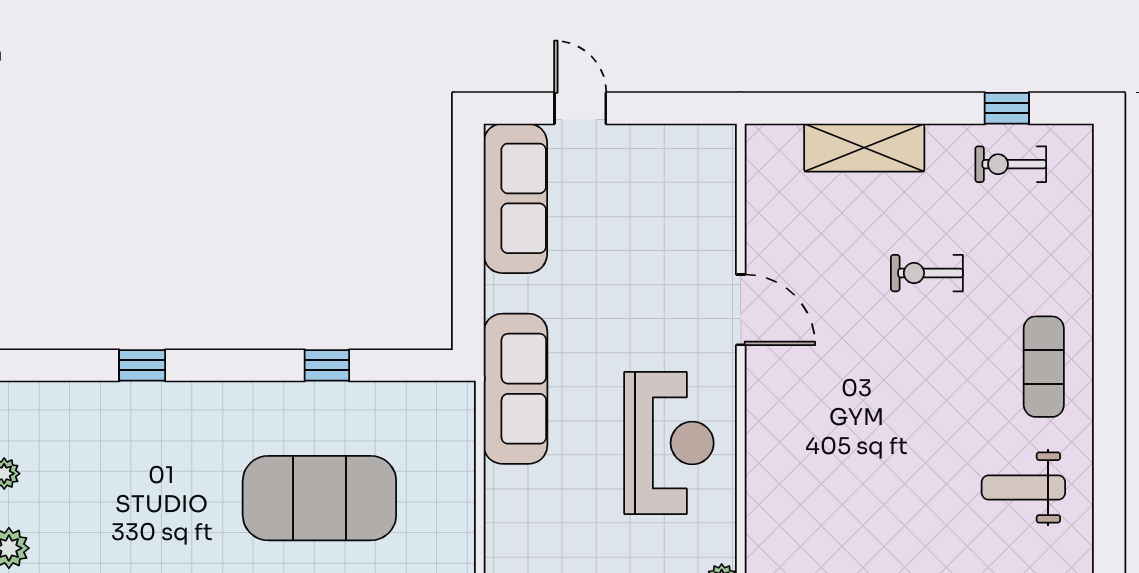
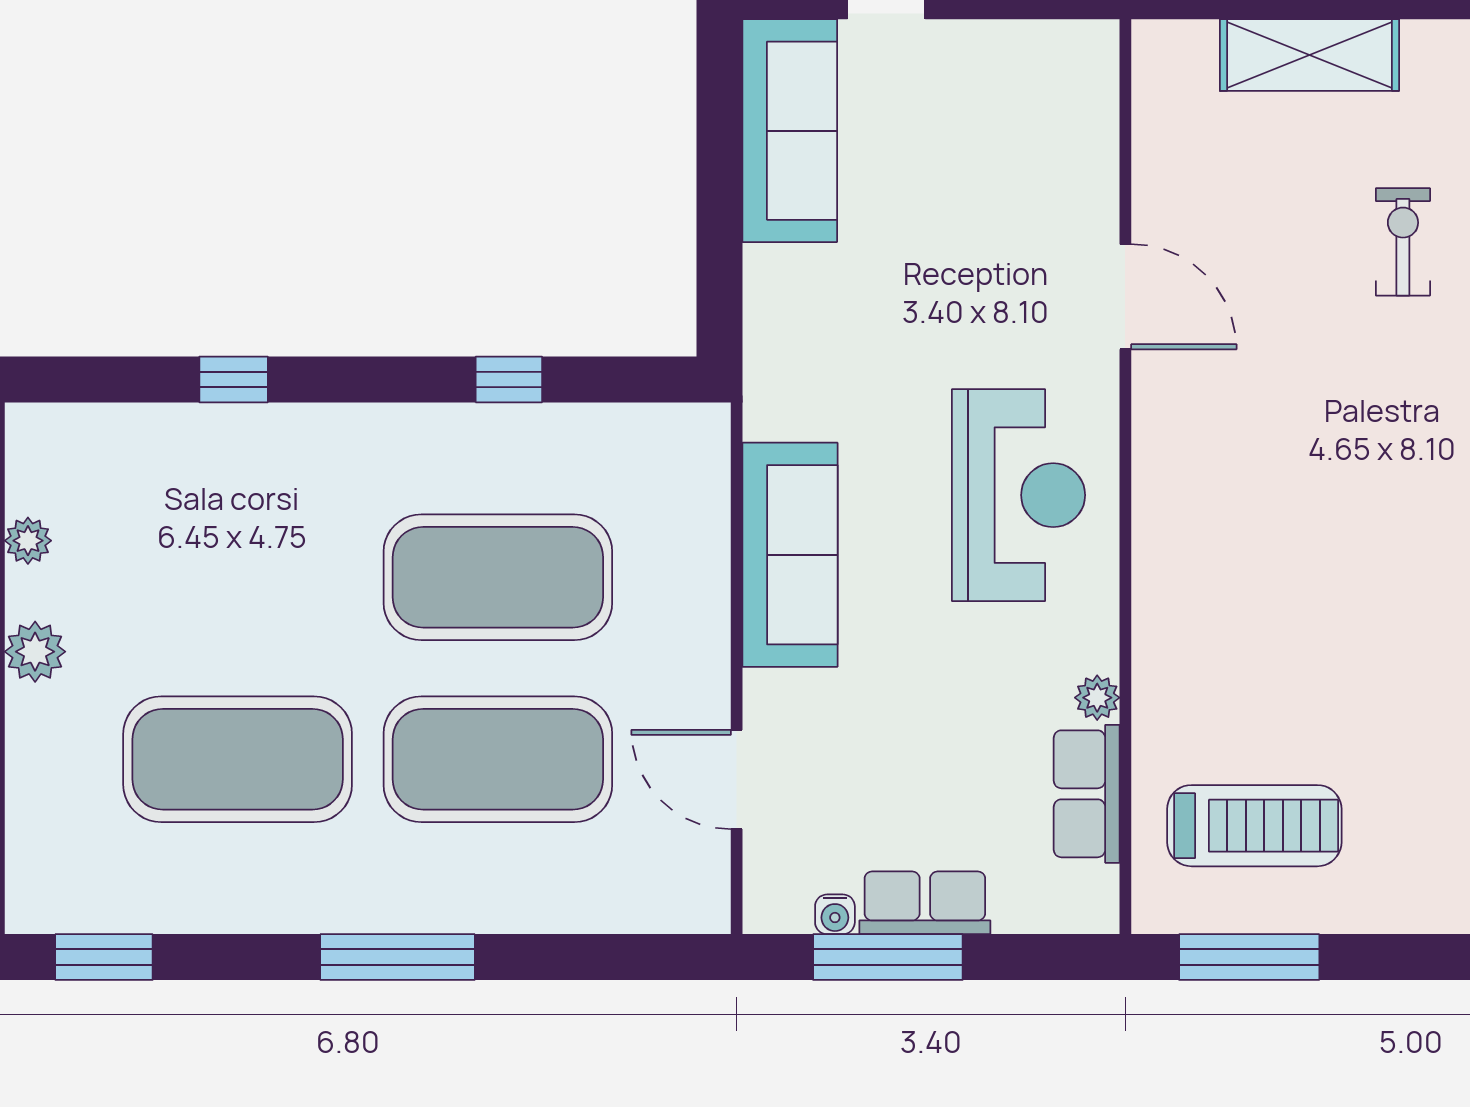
exercise bike: (927, 273) -> (1403, 242), turned 90
sofa: (515, 389) -> (790, 555), moved

